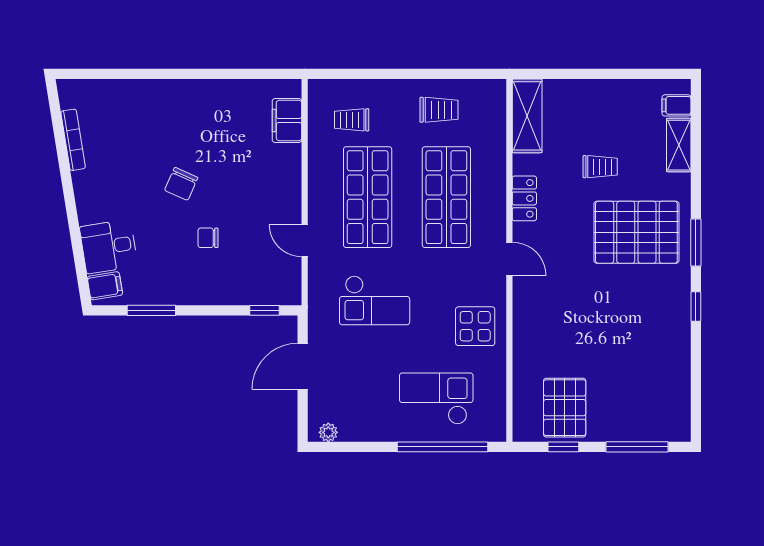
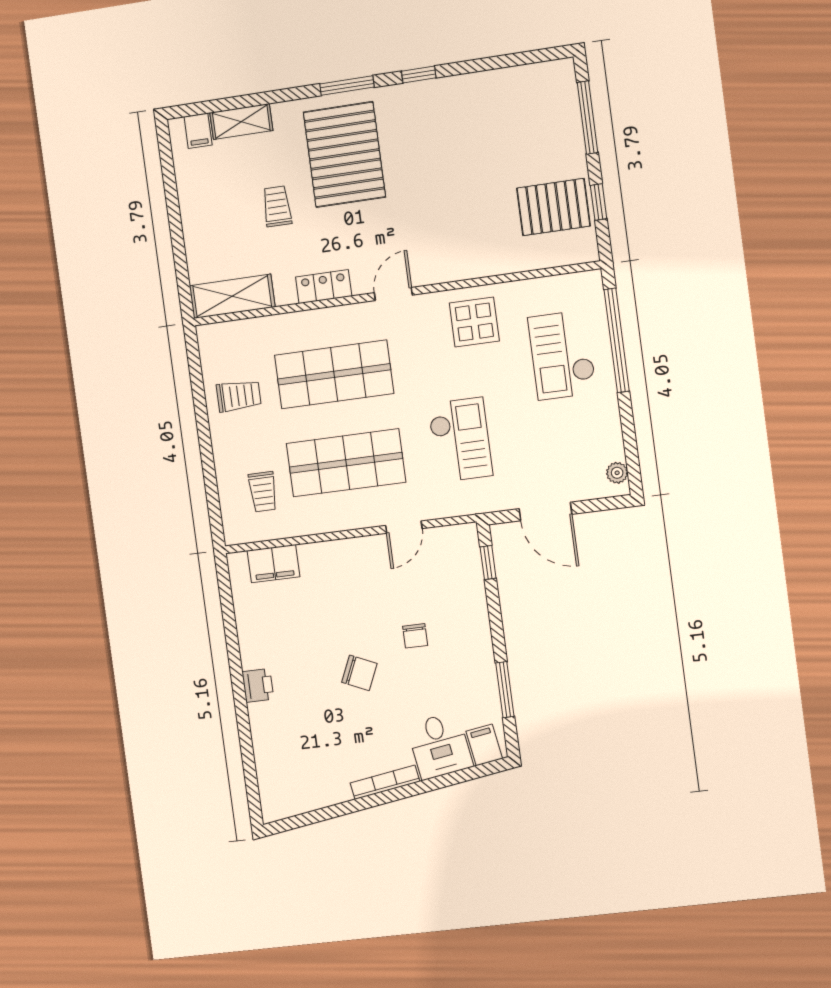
printer: (181, 92) -> (258, 685), added
trolley: (439, 110) -> (239, 396), turned 90
bookcase: (73, 140) -> (385, 782), moved

